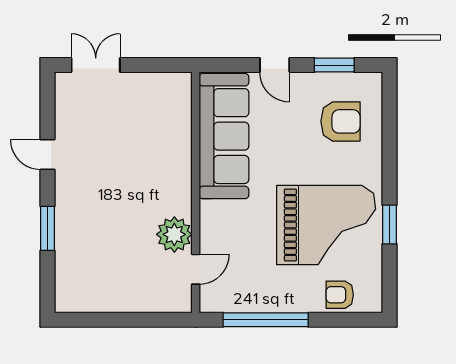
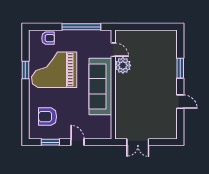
double door: (96, 65) -> (138, 142), moved
sofa: (224, 136) -> (100, 86), moved
door: (196, 269) -> (113, 50), swing flipped

